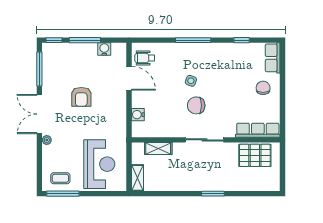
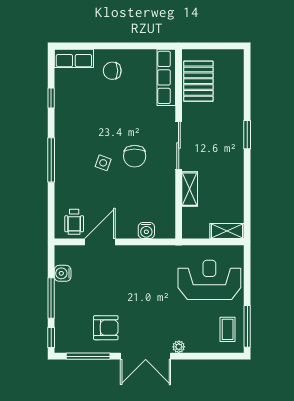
armchair: (81, 97) -> (106, 328), moved
shelving: (158, 149) -> (190, 189), moved

